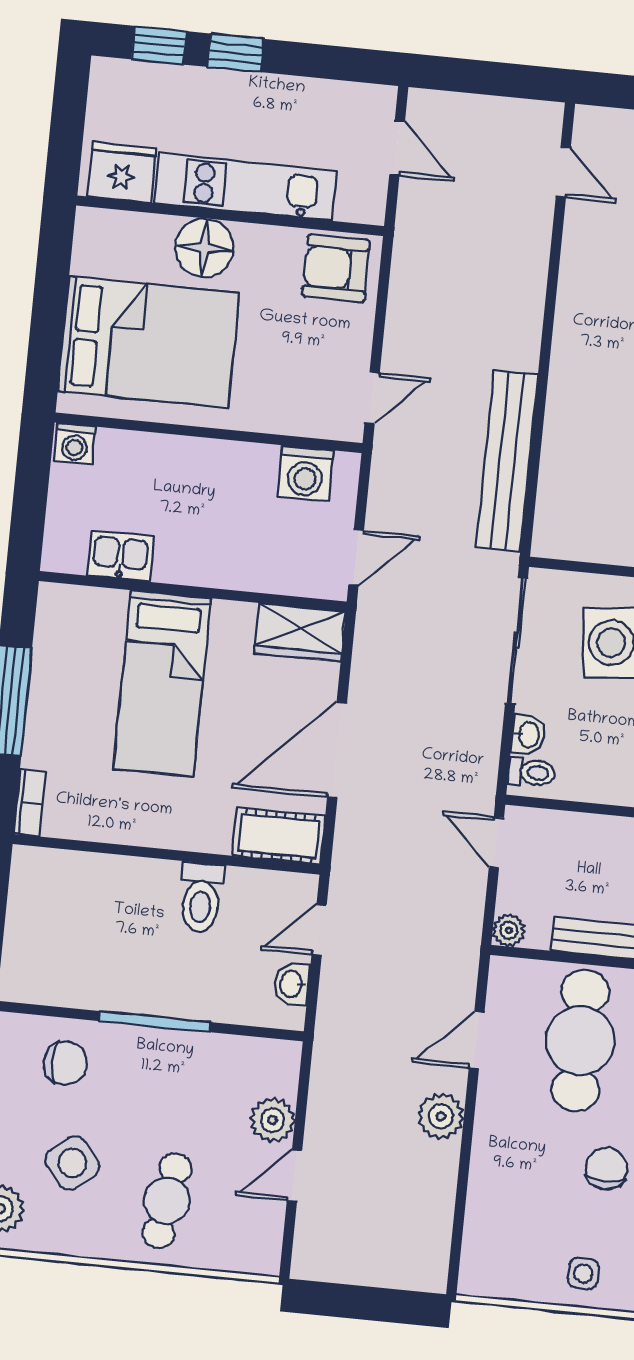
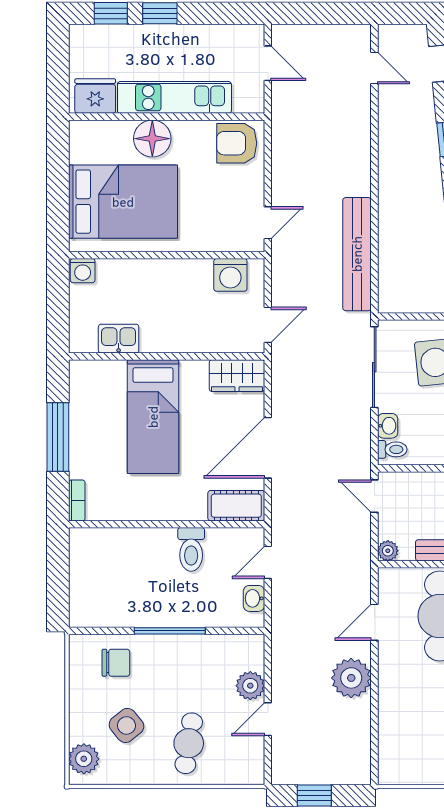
plant: (441, 1116) -> (351, 678), width x1.36, depth x1.36
window: (356, 1302) -> (314, 795), added

